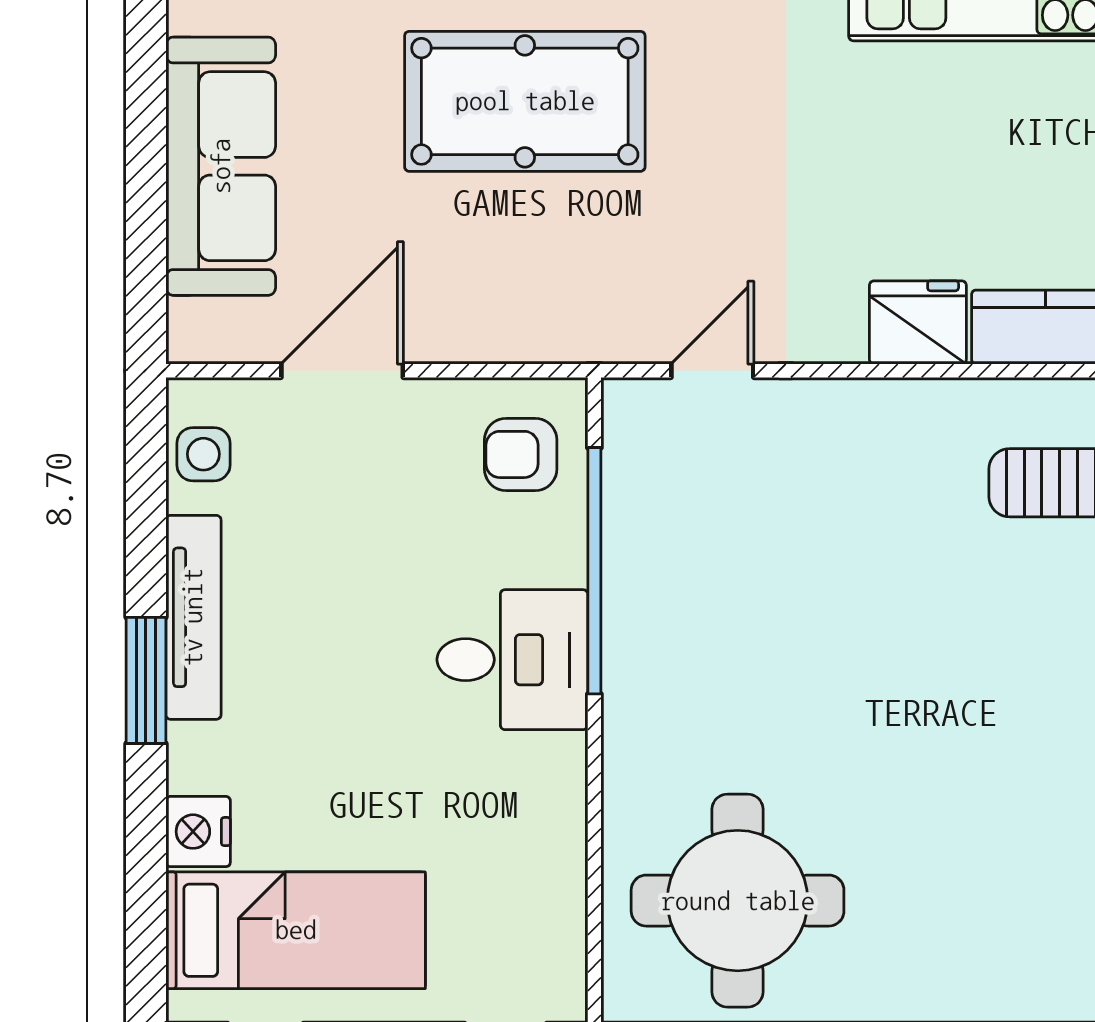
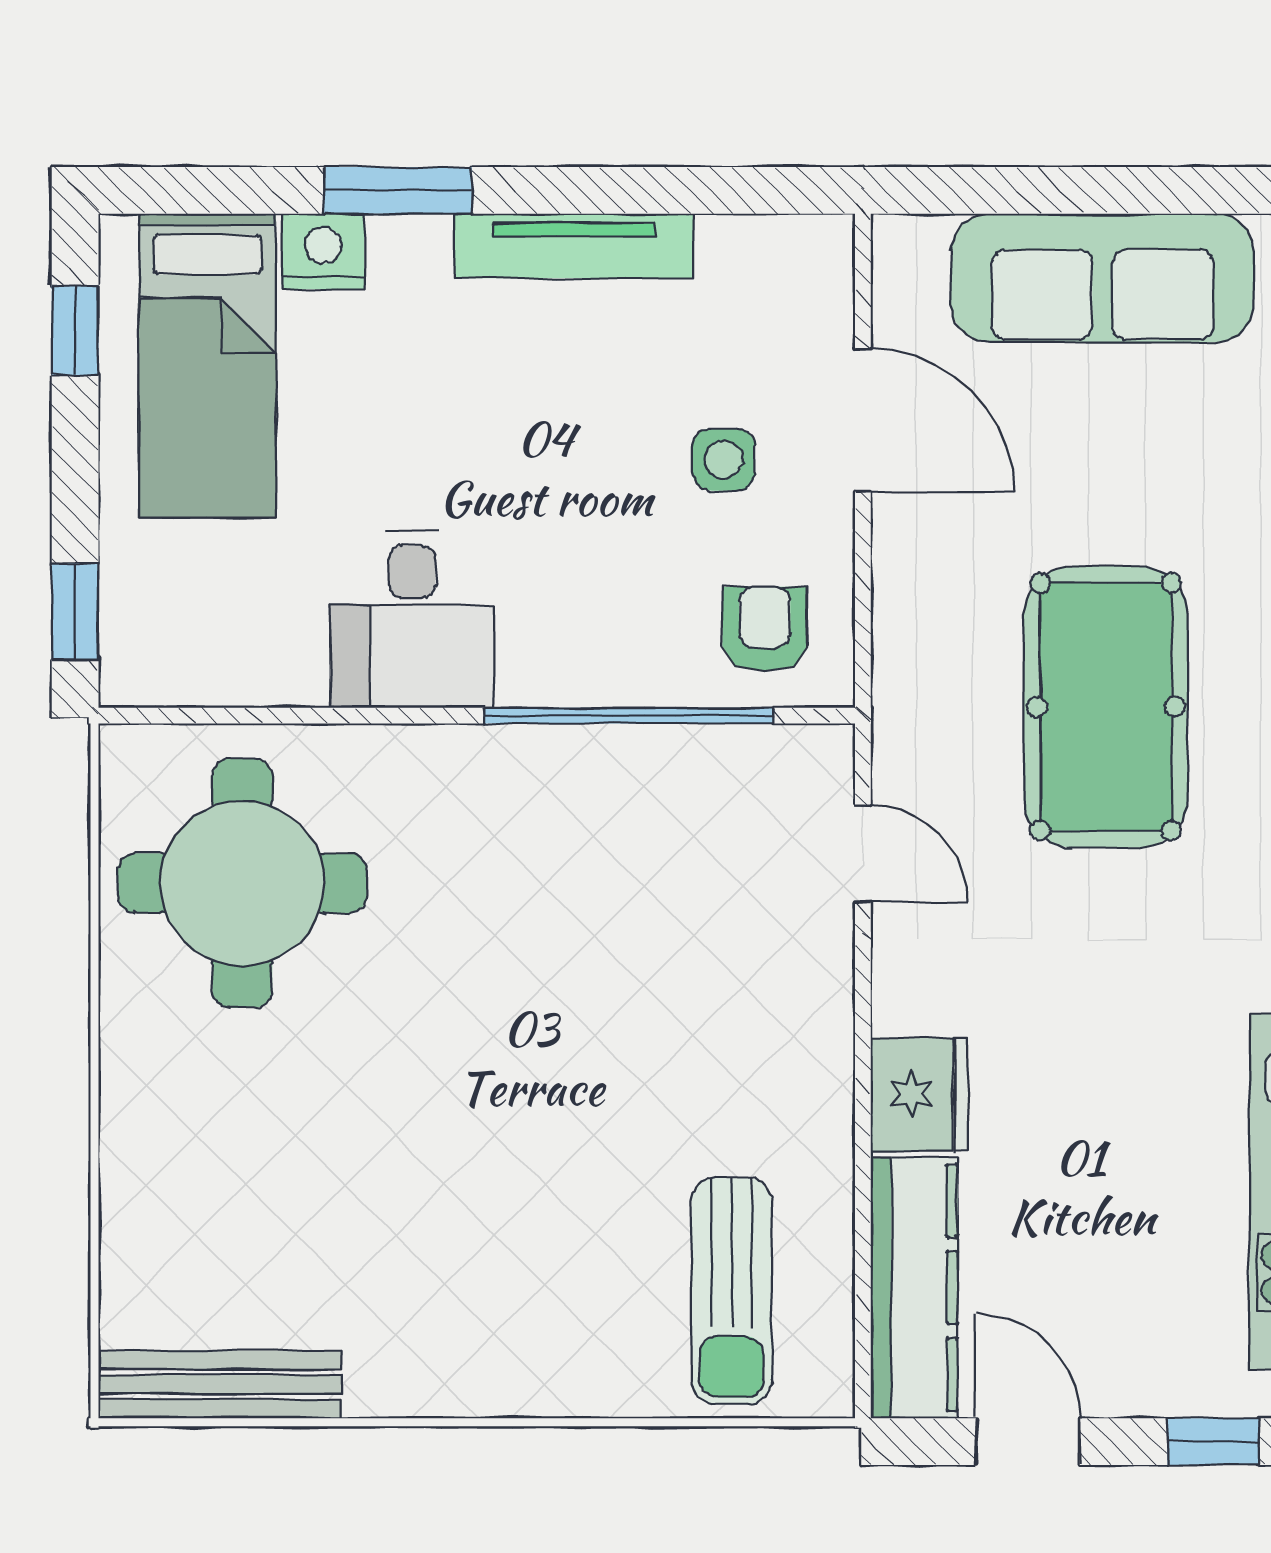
pool table: (525, 101) -> (1106, 707), moved
side table: (203, 454) -> (724, 460), moved
desk: (512, 660) -> (412, 619), moved
window: (146, 680) -> (398, 190), moved

